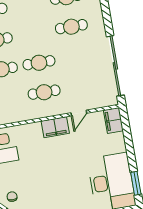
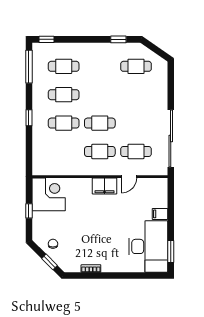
cafe table: (71, 27) -> (136, 151), moved
filing cabinet: (113, 120) -> (160, 214), moved, width x0.50

